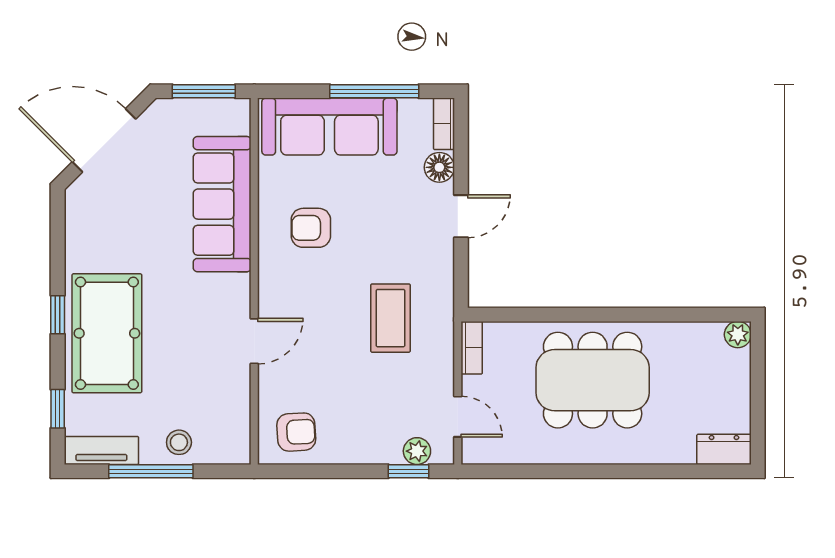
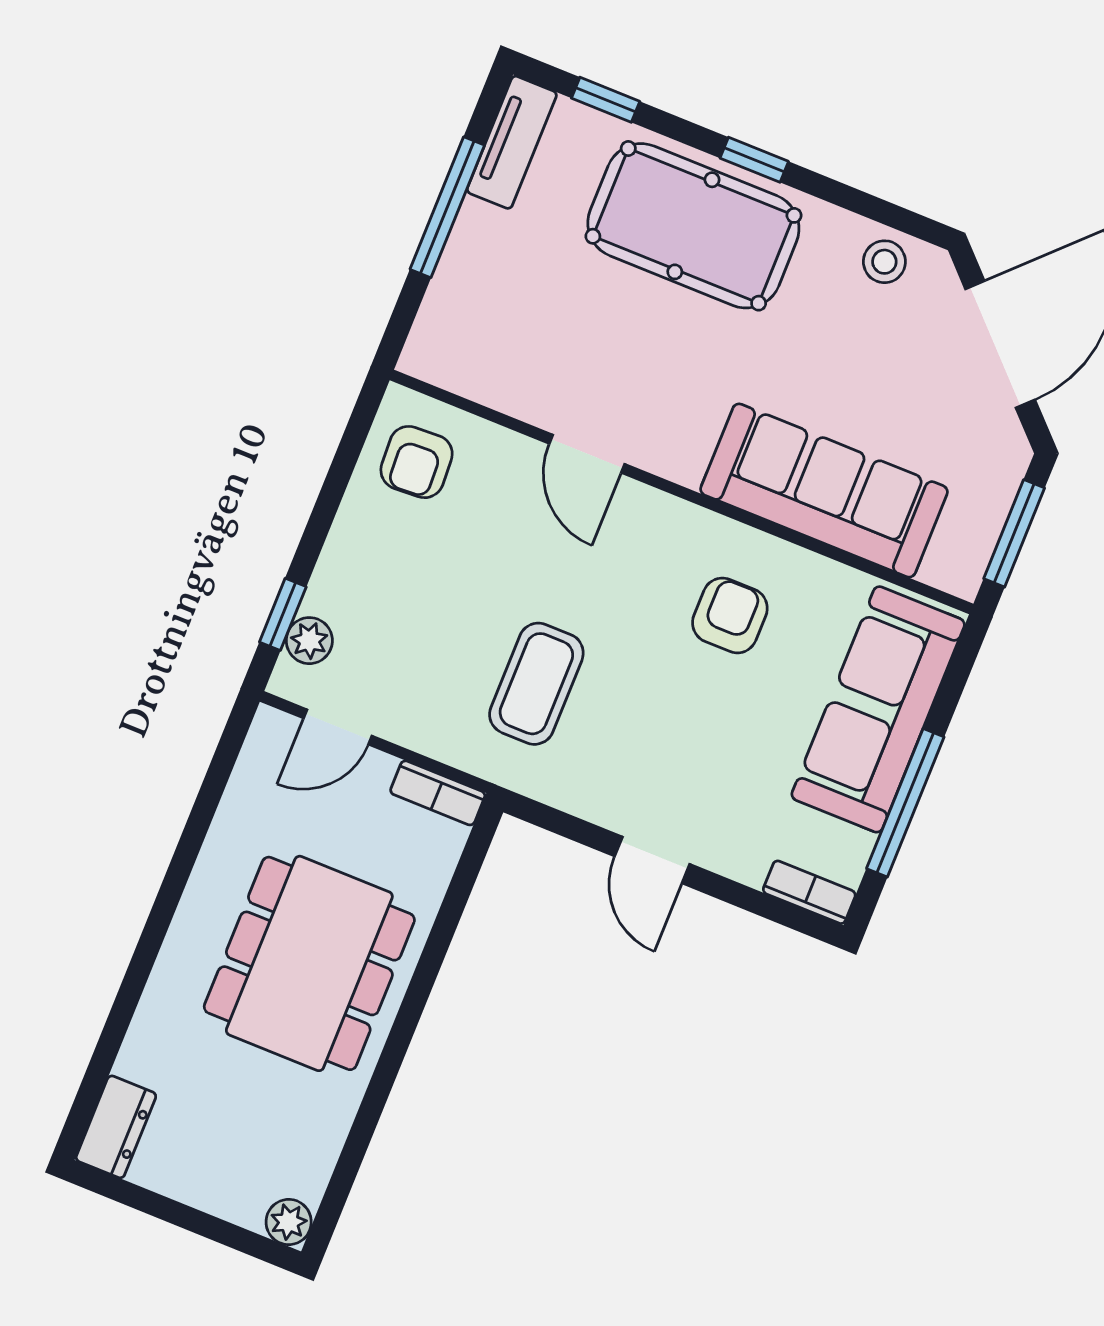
floor lamp: (439, 167) -> (743, 857), removed
coffee table: (391, 318) -> (536, 684), turned 90
stool: (179, 442) -> (884, 262), moved

